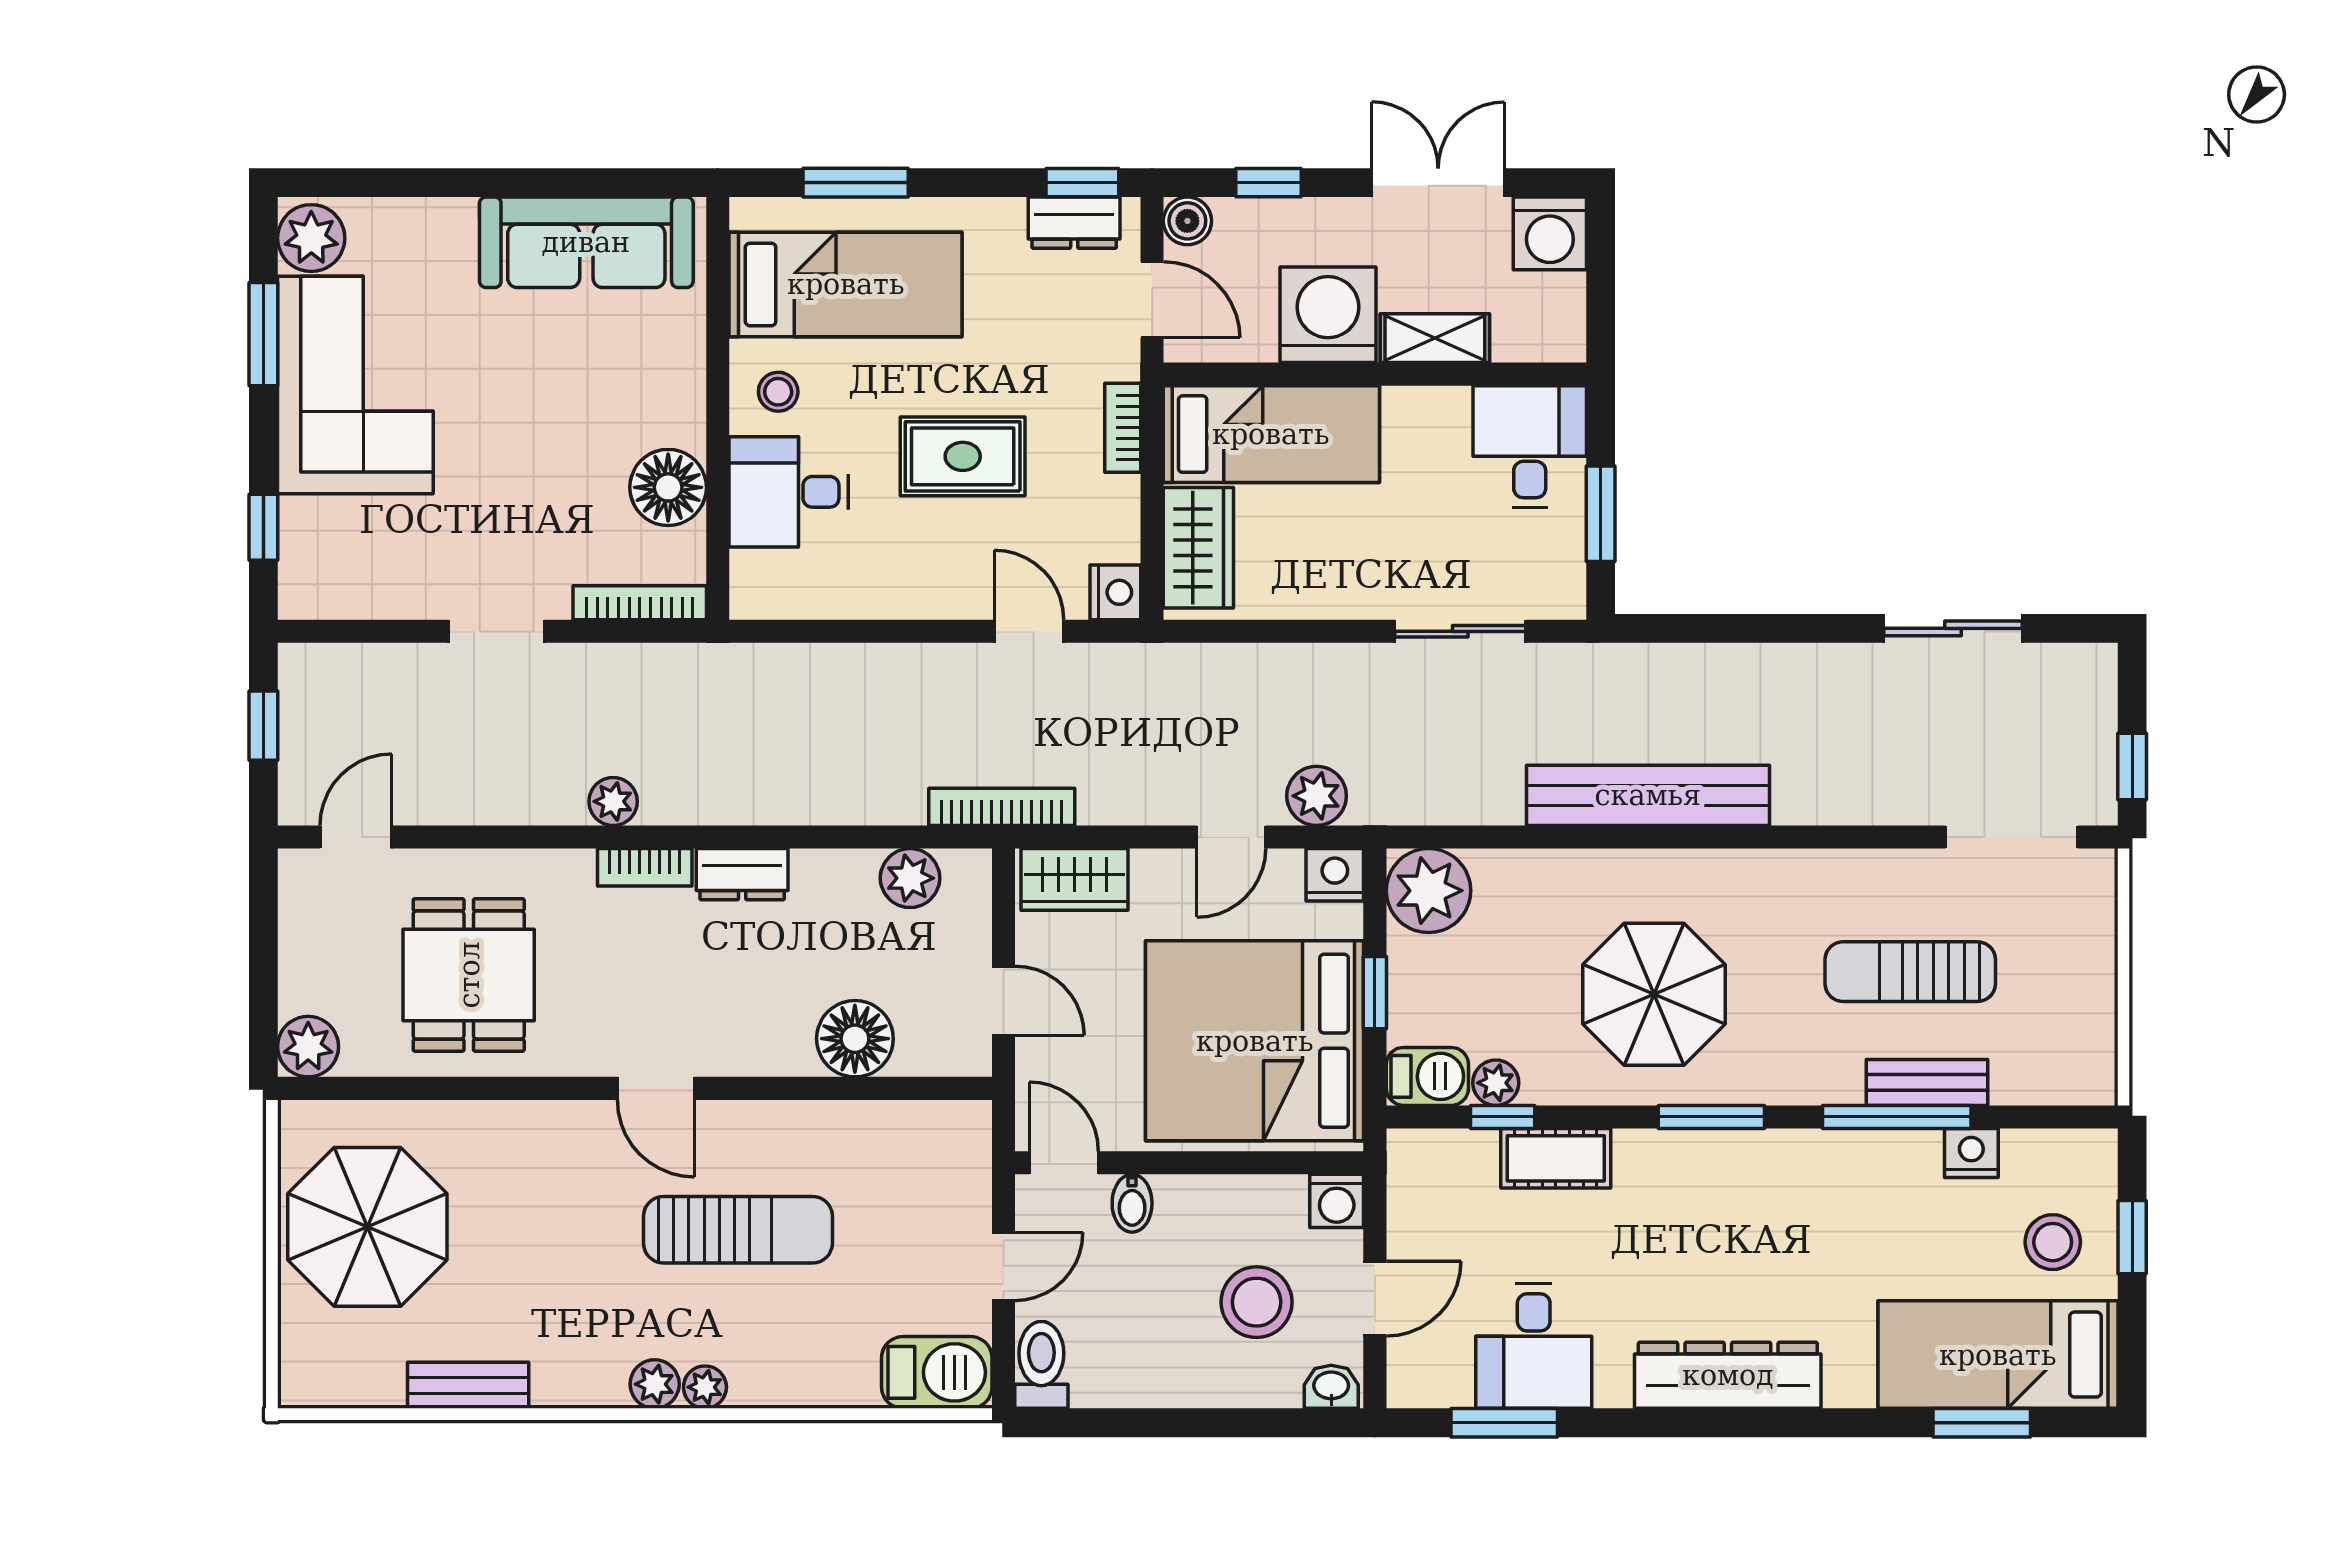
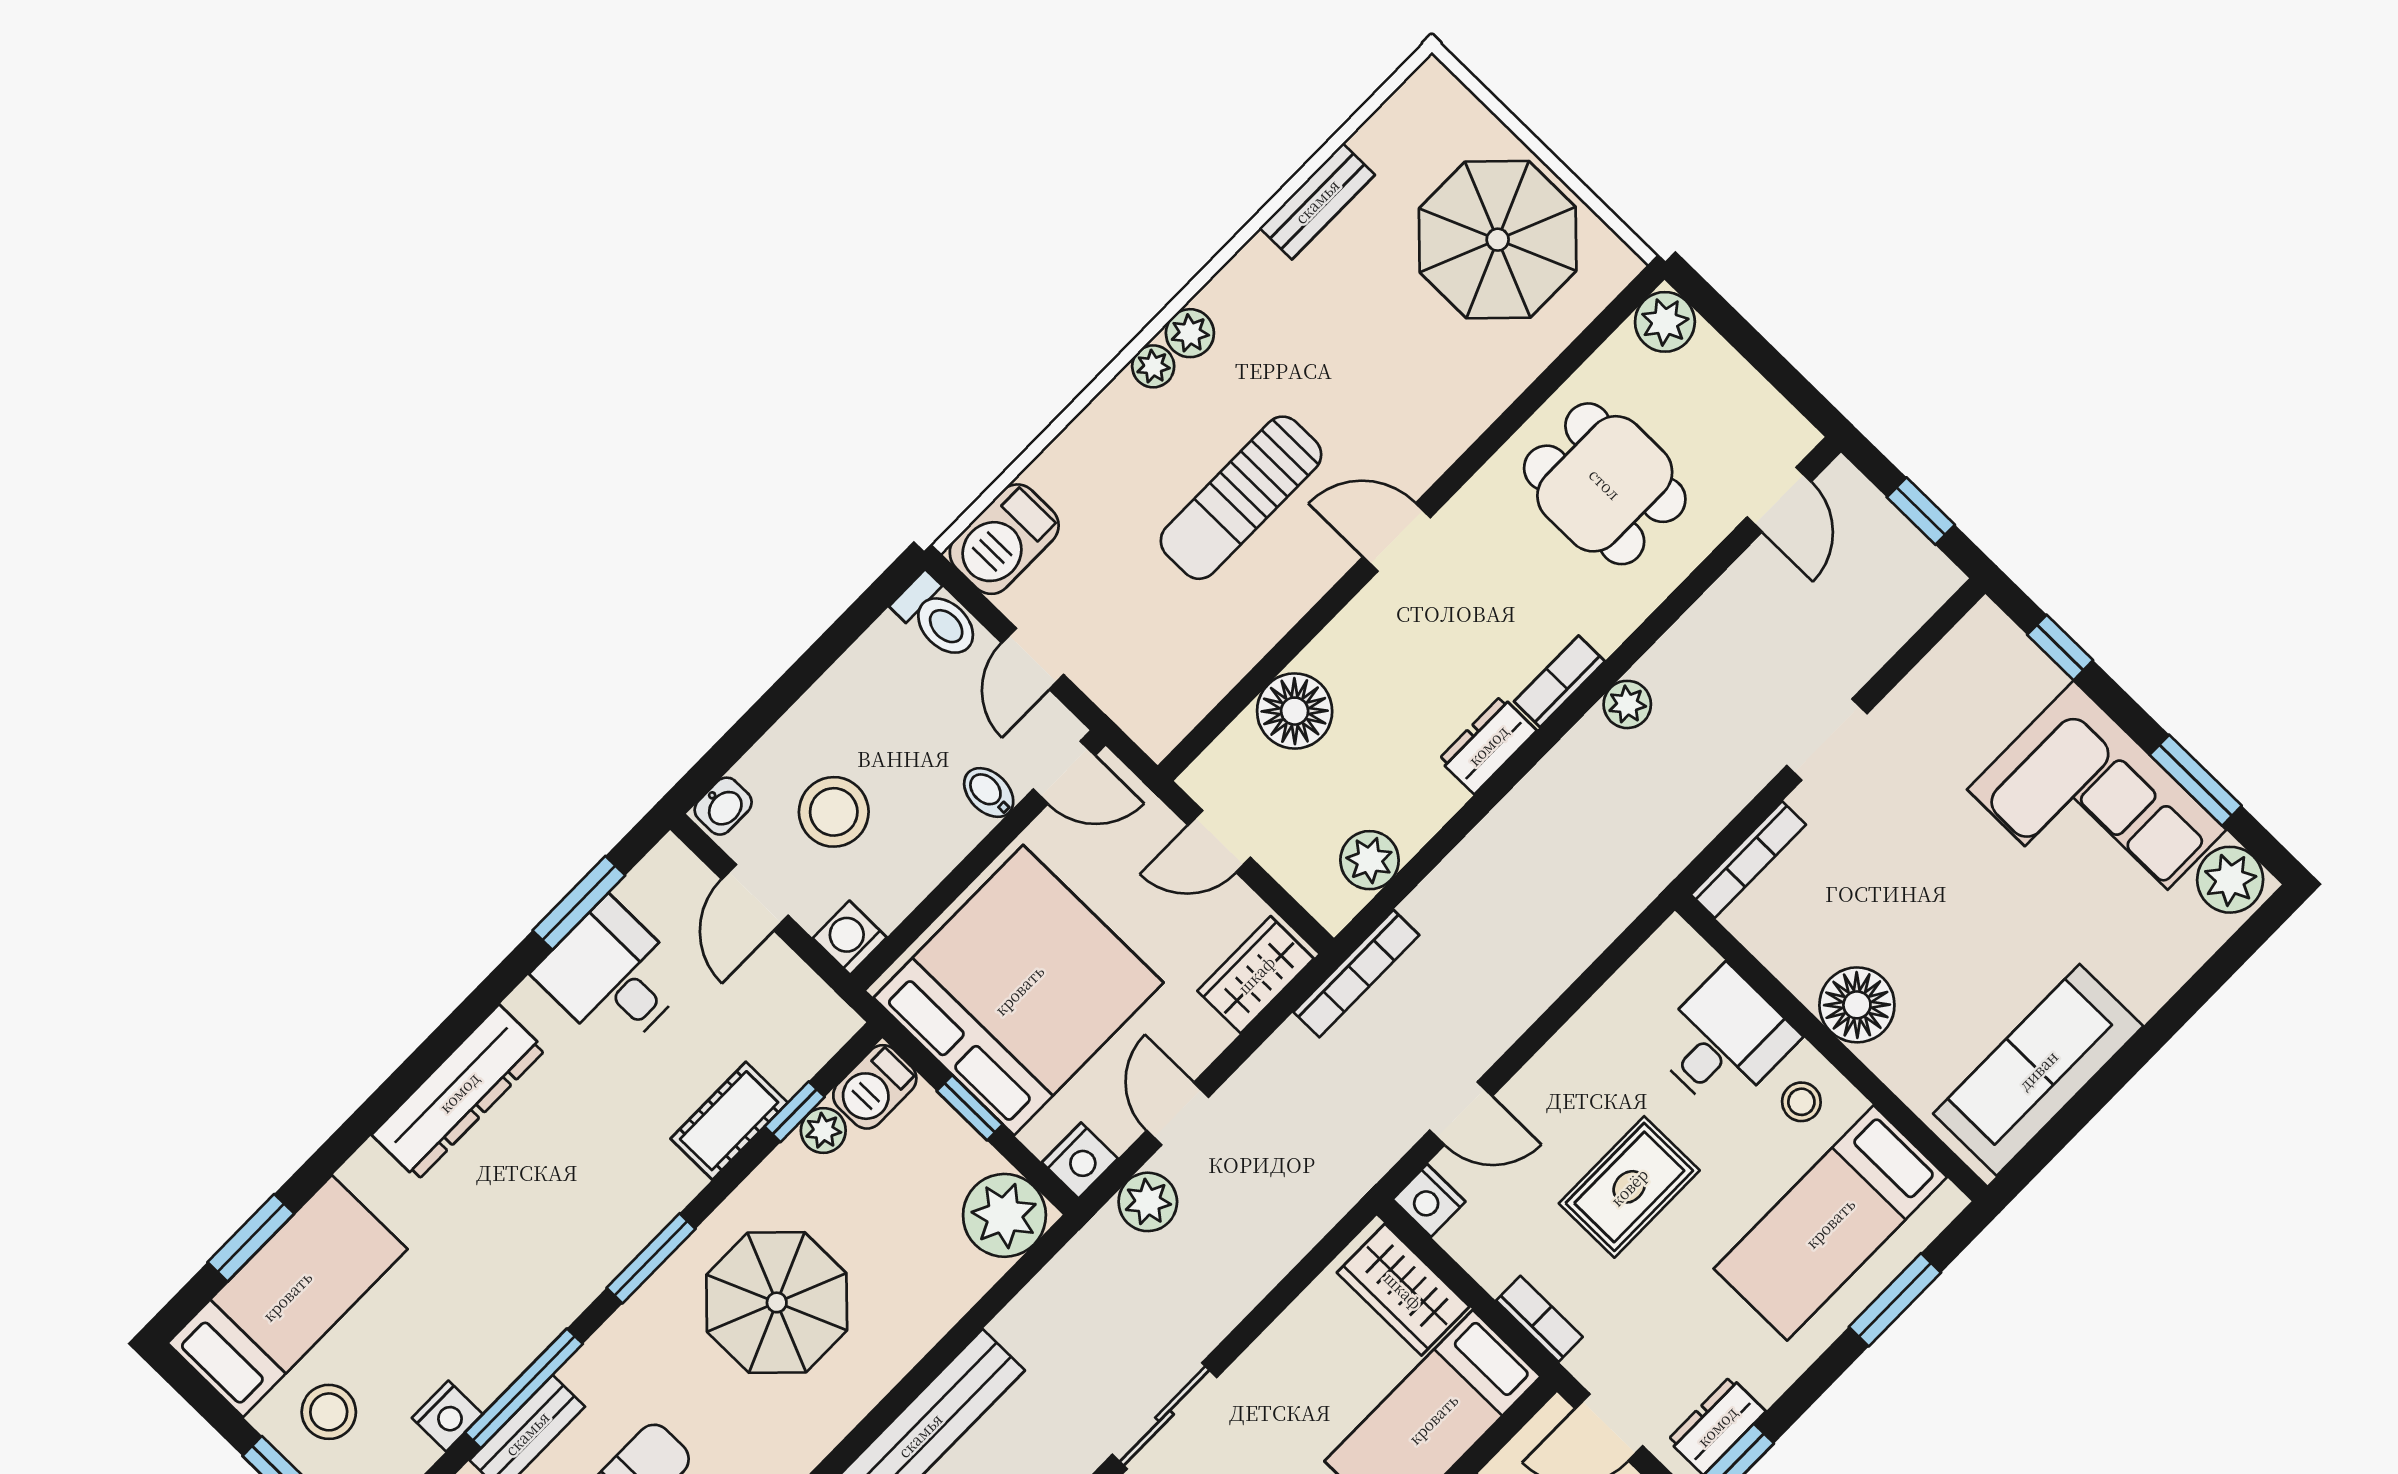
floor lamp: (668, 487) -> (1857, 1005), moved

